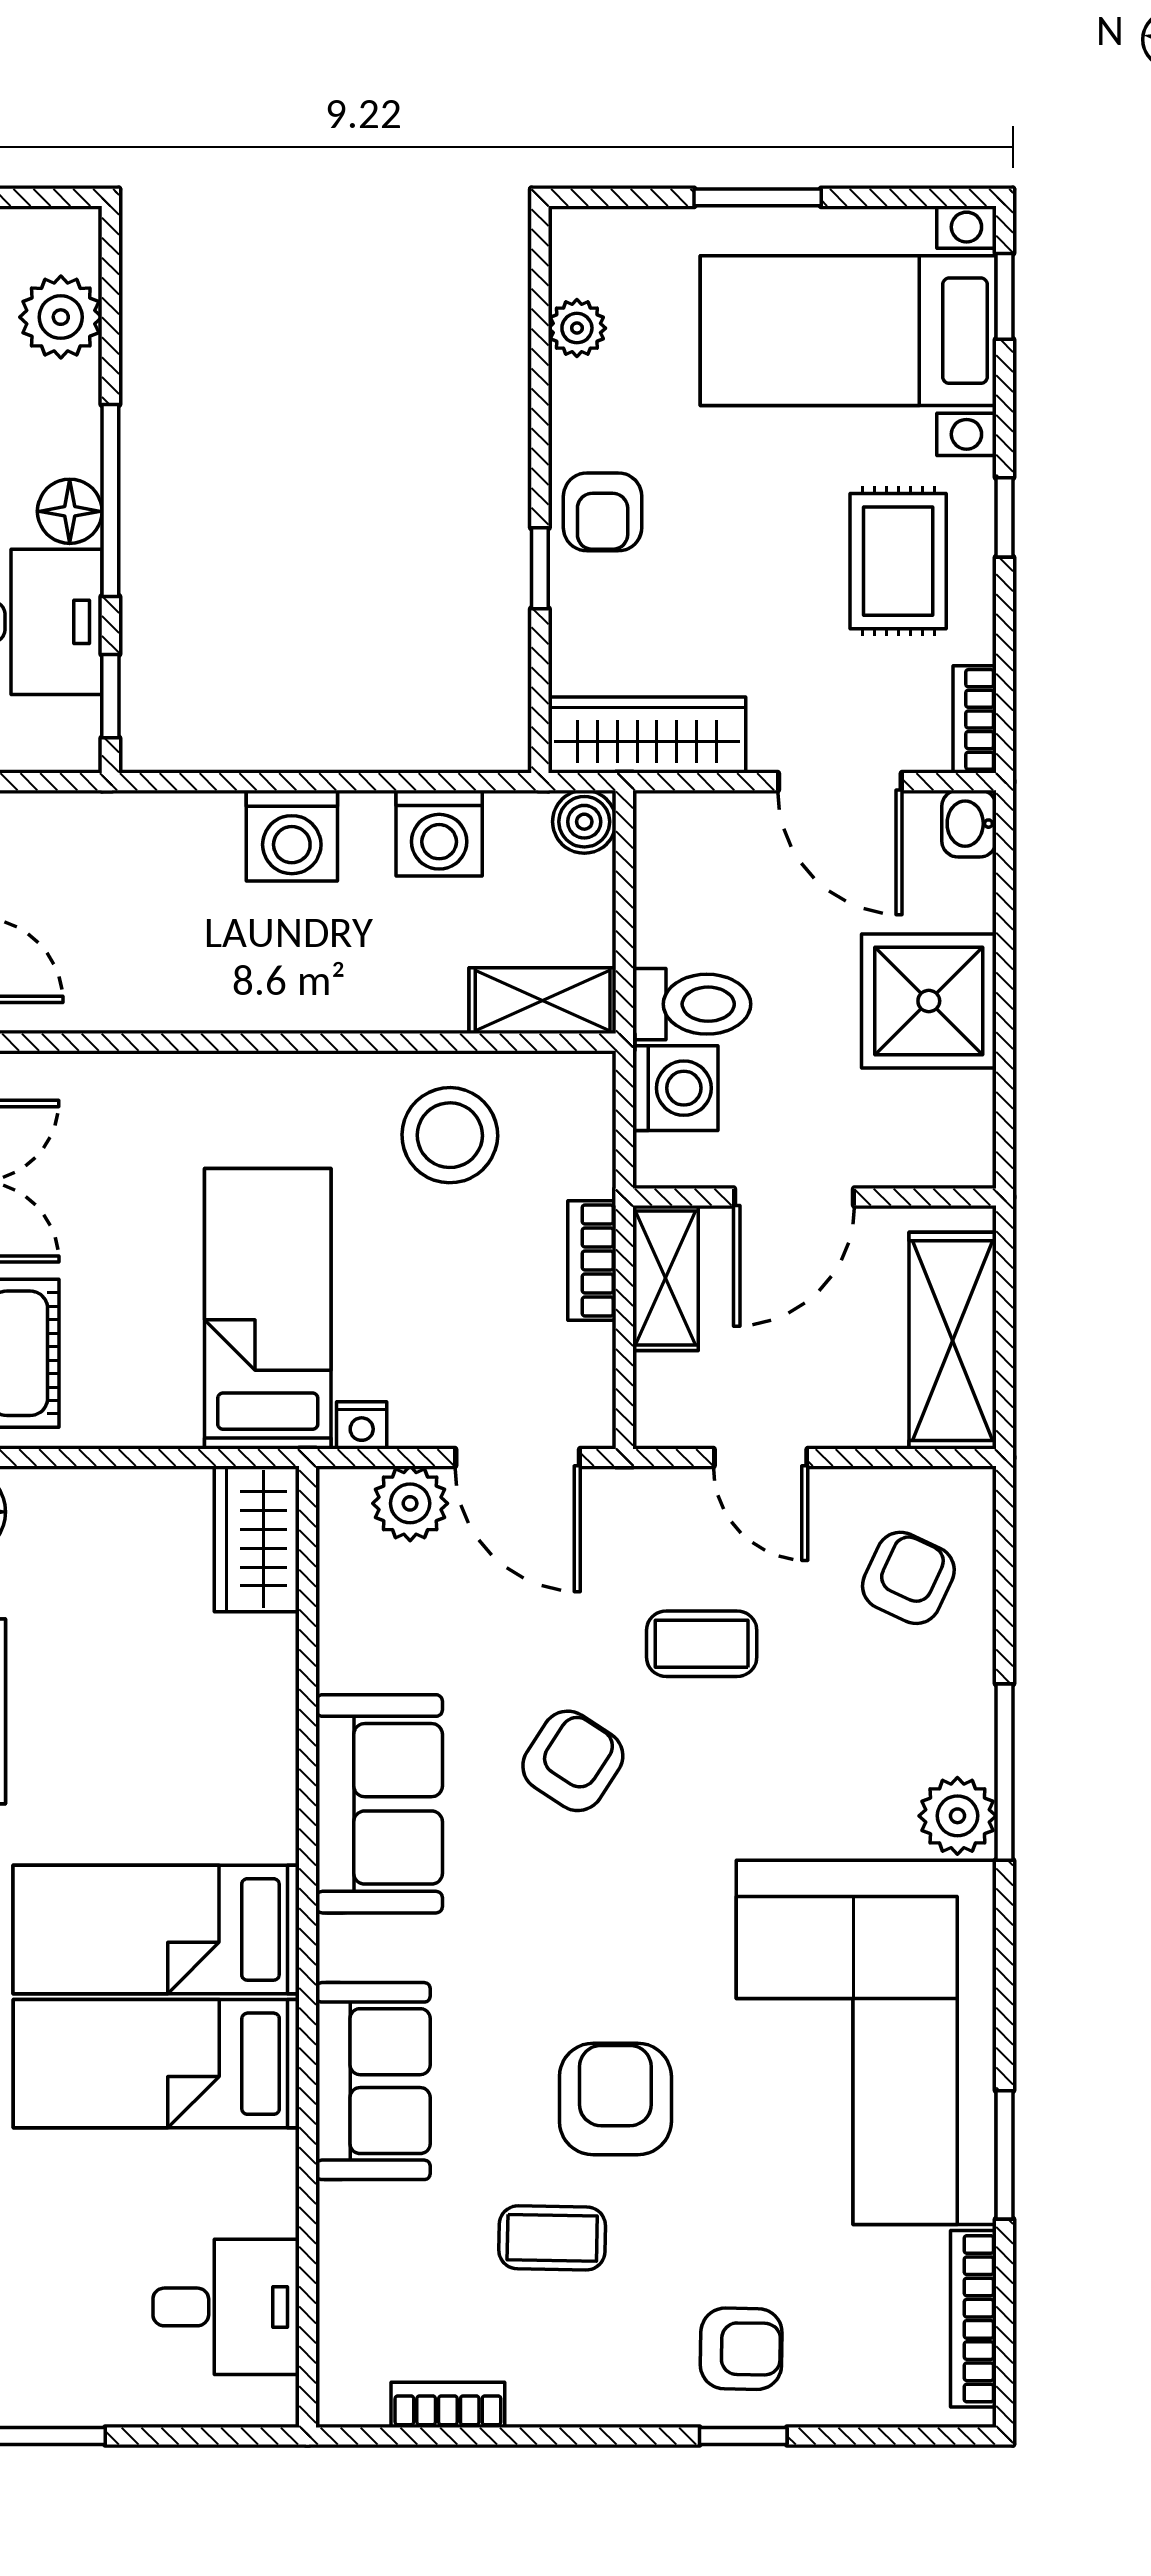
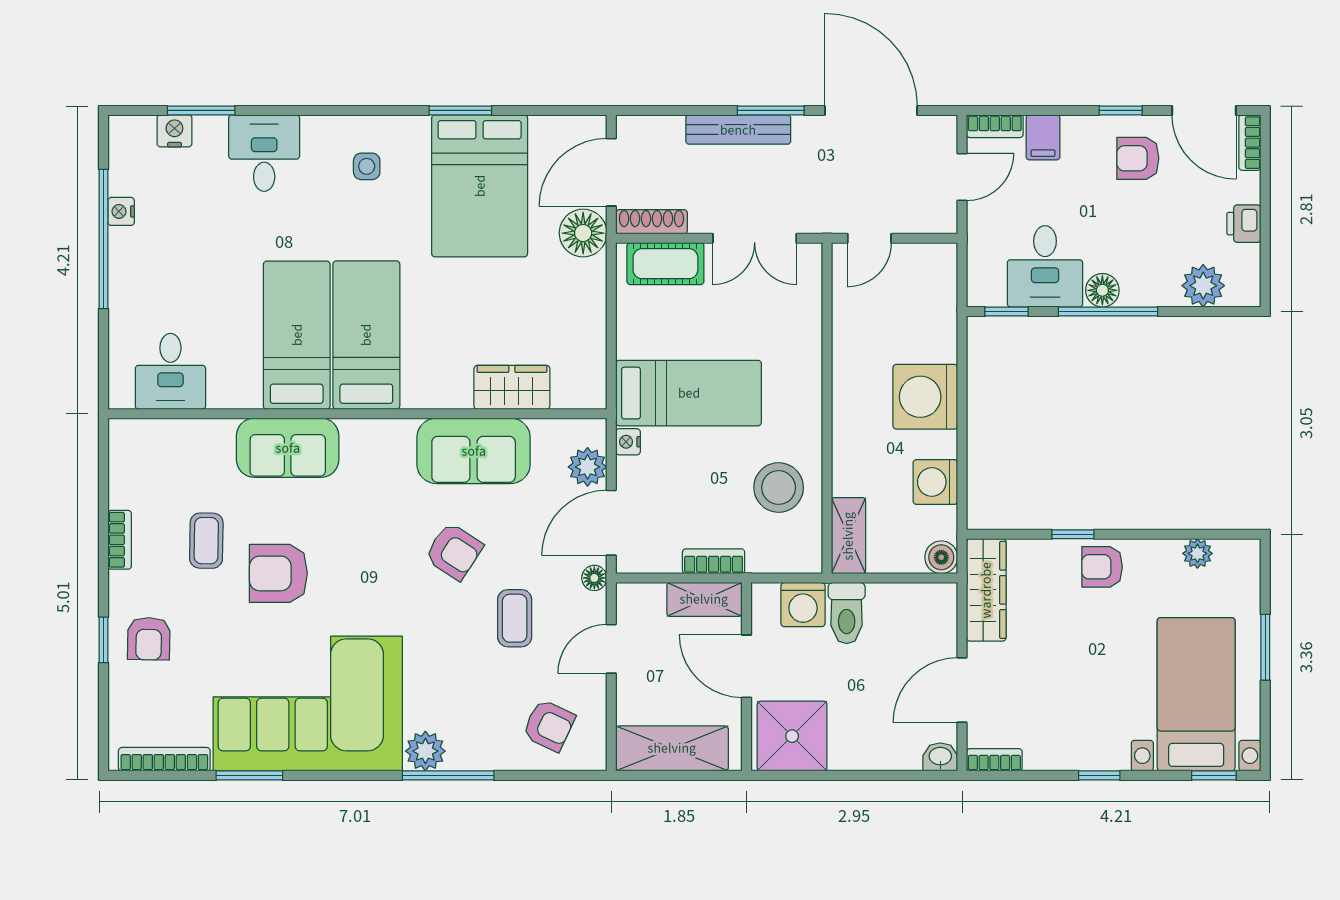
rug: (898, 561) -> (1077, 720), removed
washing machine: (292, 836) -> (925, 397), width x1.37, depth x1.37
shower: (929, 1001) -> (792, 736), moved
floor lamp: (624, 1490) -> (594, 578), added
wardrobe: (257, 1539) -> (512, 387), moved
sofa: (379, 1804) -> (474, 451), moved
armchair: (615, 2099) -> (278, 573), turned 180
bookcase: (448, 2405) -> (120, 540), moved

